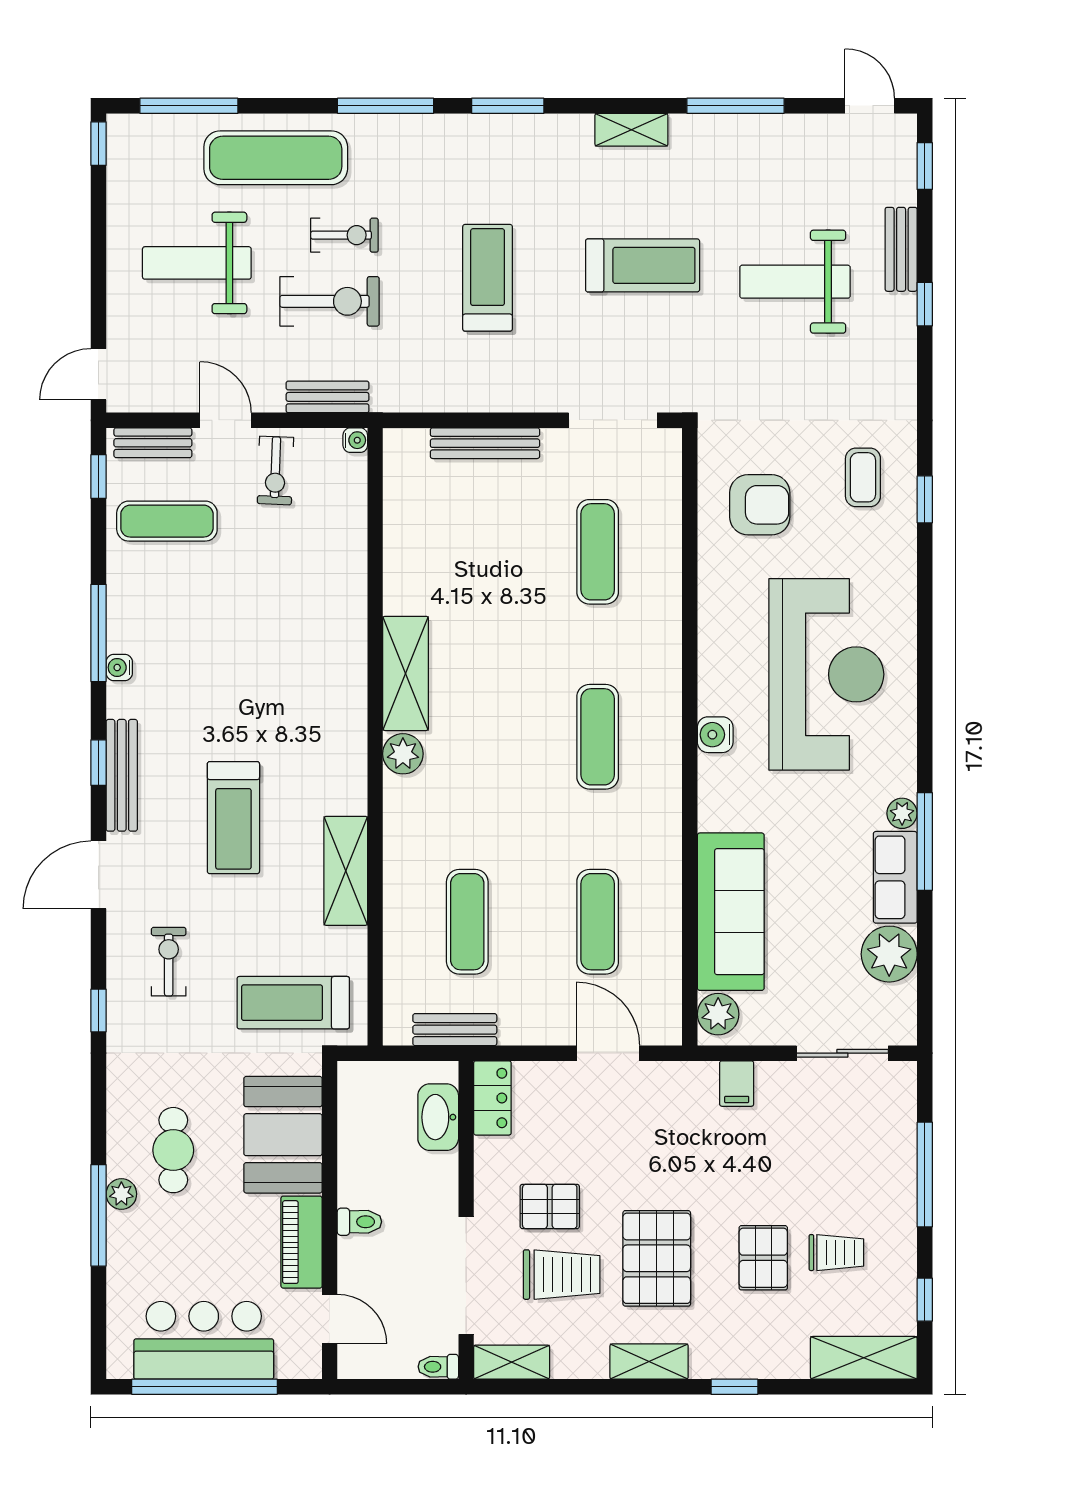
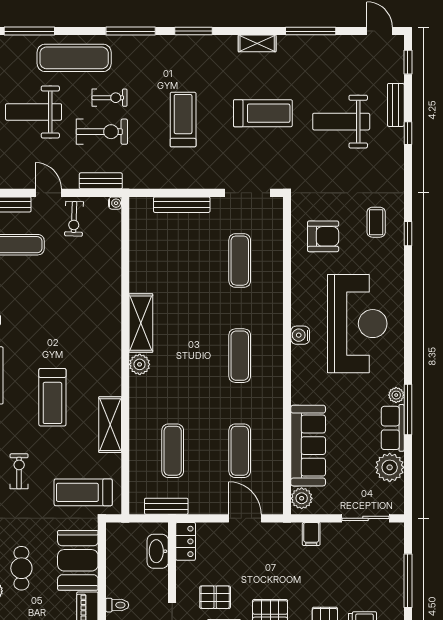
water cooler: (715, 735) -> (300, 335), moved

